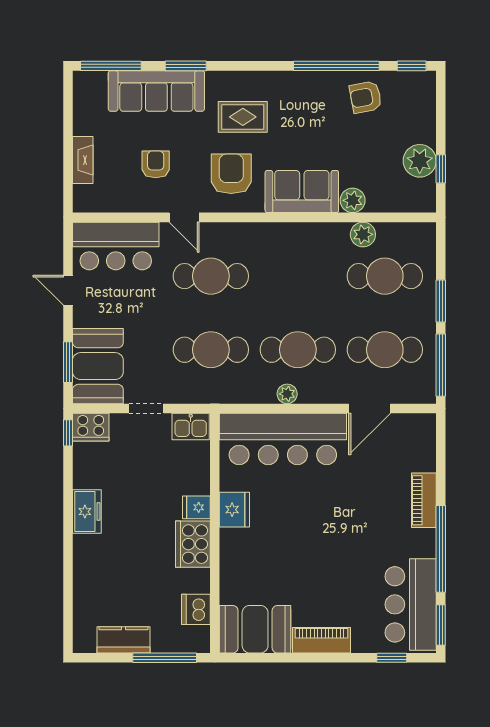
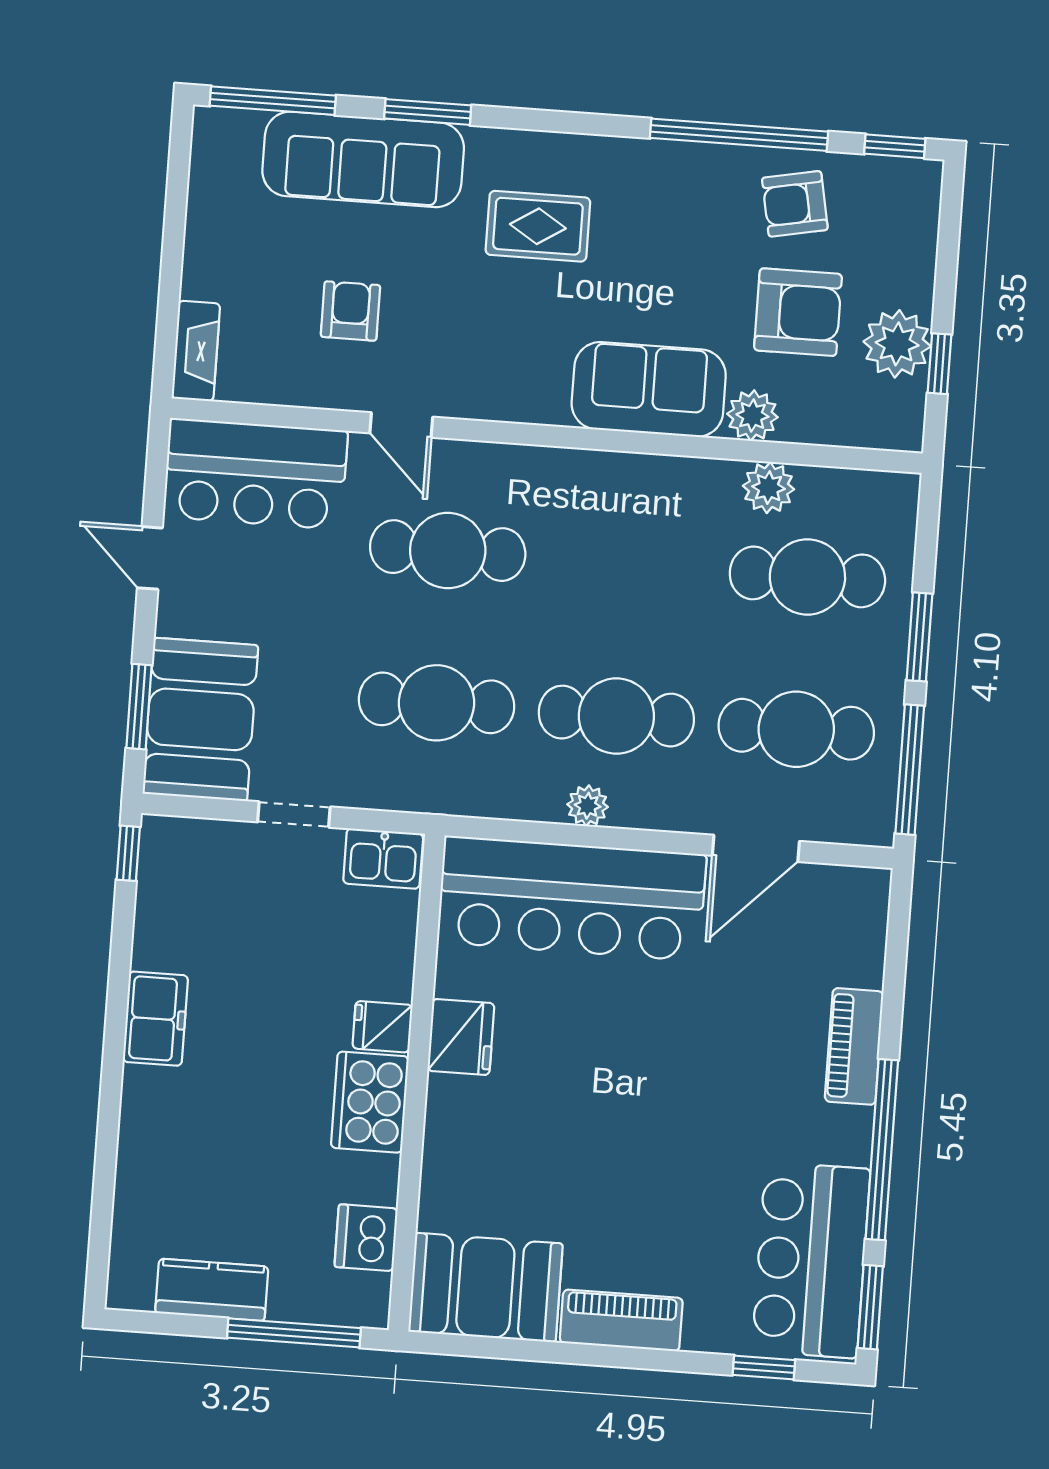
fireplace: (83, 160) -> (196, 351), moved
armchair: (231, 174) -> (798, 312), moved, turned 90
cooker: (91, 427) -> (176, 845), removed

